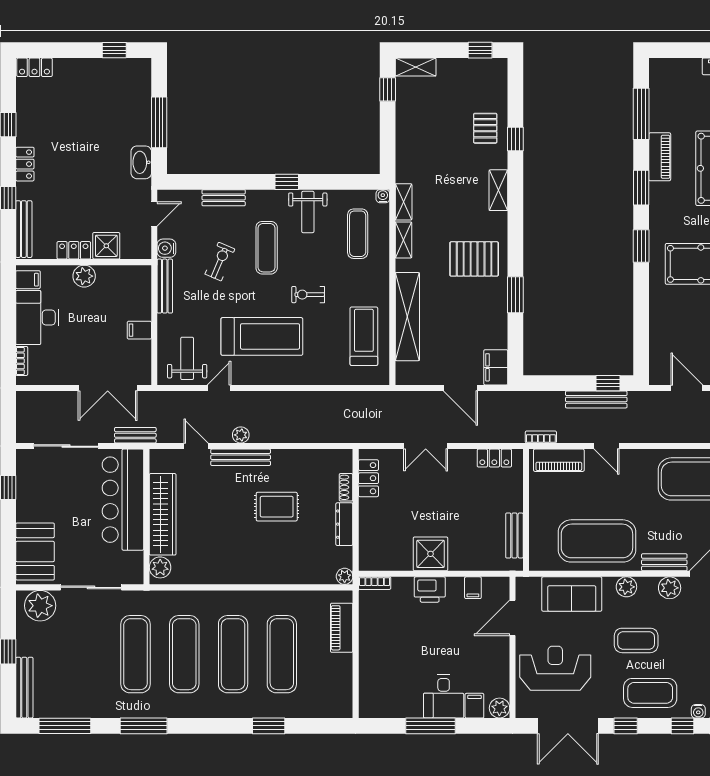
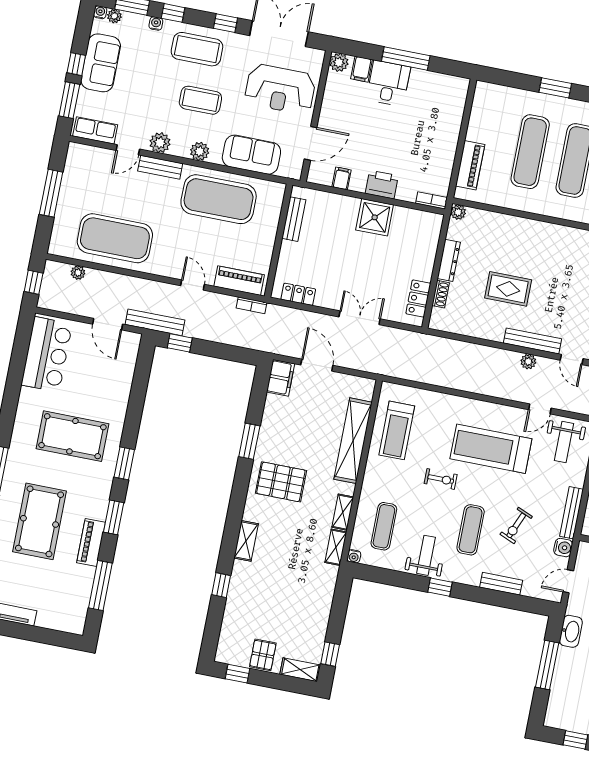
pallet: (485, 128) -> (263, 655), moved
bench: (596, 399) -> (155, 322), moved

